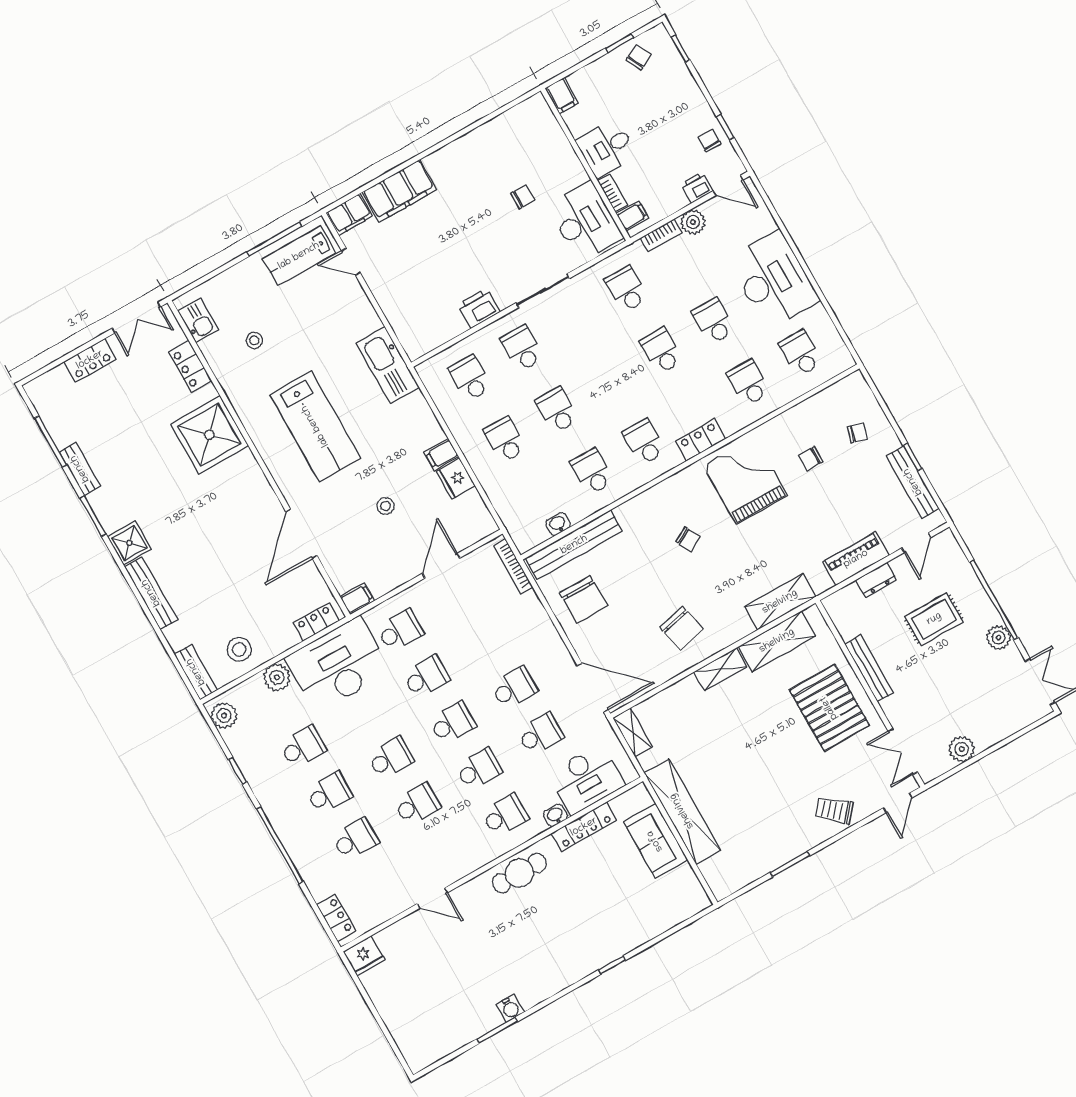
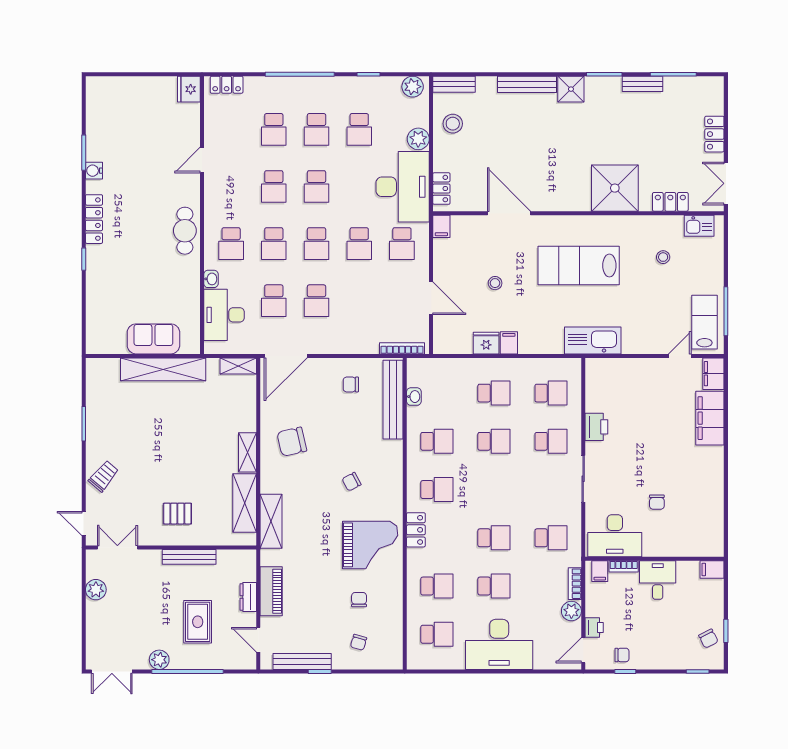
chair: (584, 599) -> (351, 384), width x0.54, depth x0.54
pallet: (829, 708) -> (177, 514), width x0.49, depth x0.50
locker: (584, 827) -> (94, 219), moved, turned 180

